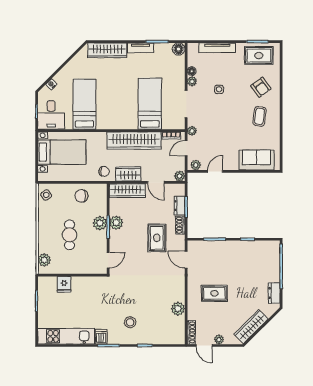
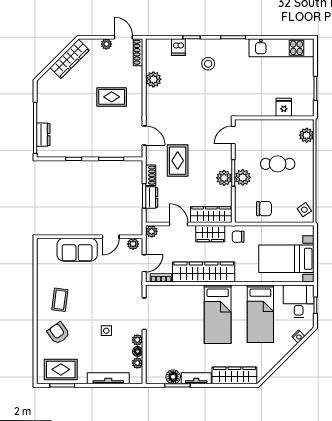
floor lamp: (179, 49) -> (173, 377), moved
bed: (150, 104) -> (218, 314), moved
plant: (192, 131) -> (137, 363), moved
sofa: (256, 160) -> (77, 250), moved
cafe table: (69, 235) -> (278, 164), turned 90
dresser: (274, 293) -> (43, 135), moved
dishwasher: (101, 337) -> (178, 47), moved

